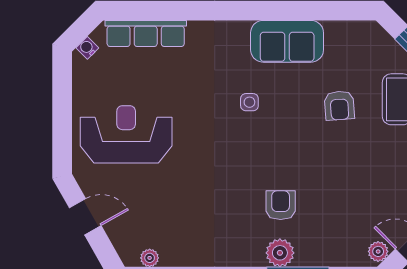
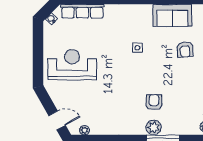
sofa: (287, 41) -> (172, 15), moved
door: (85, 217) -> (57, 120), moved

